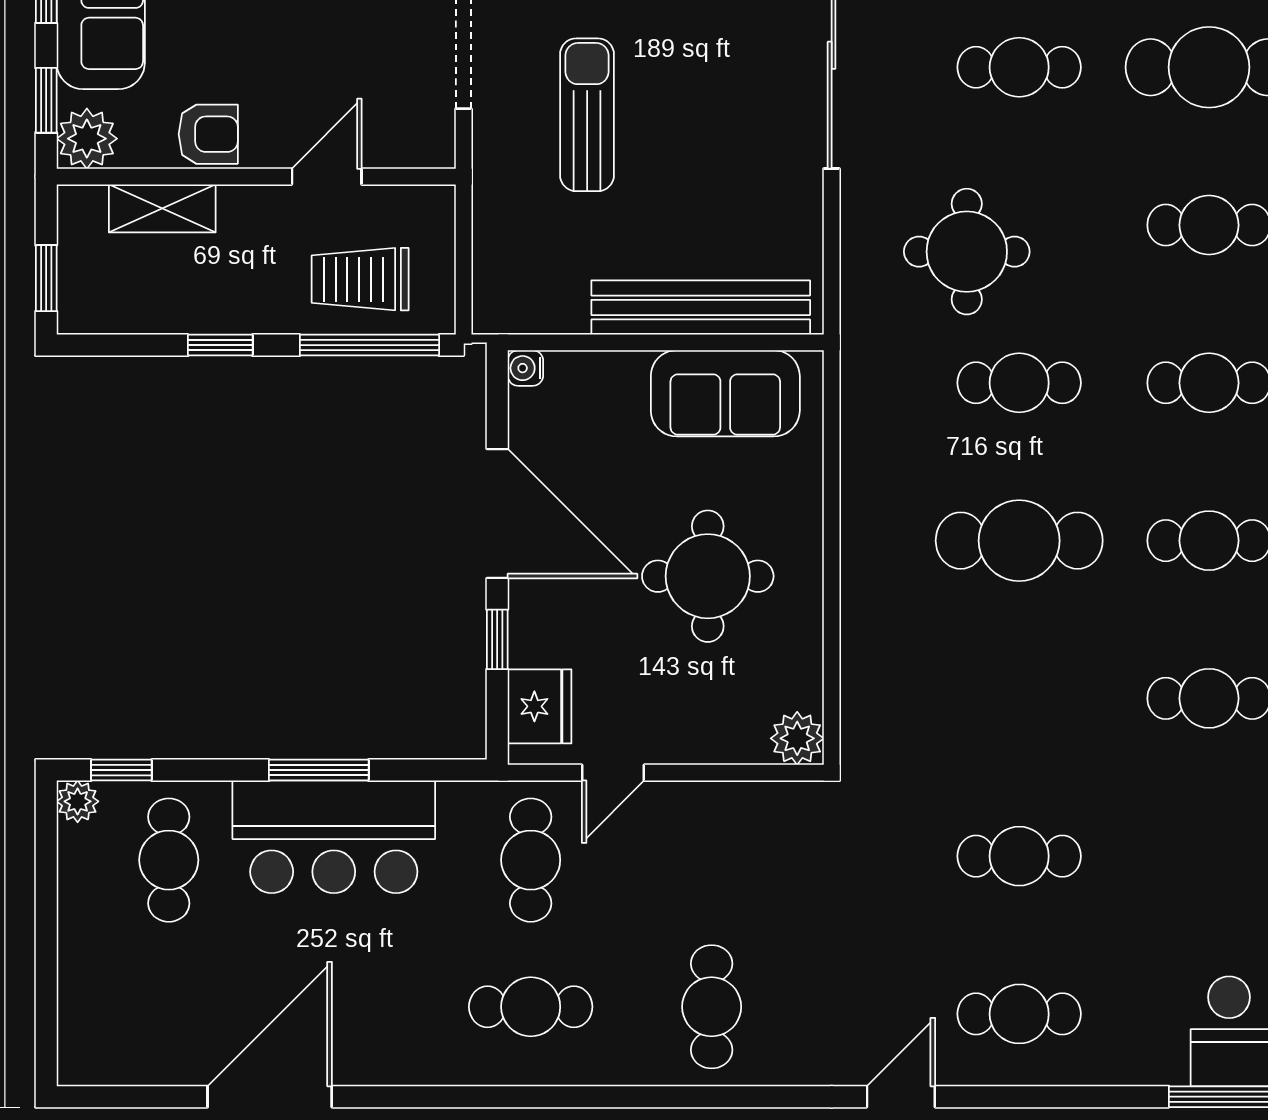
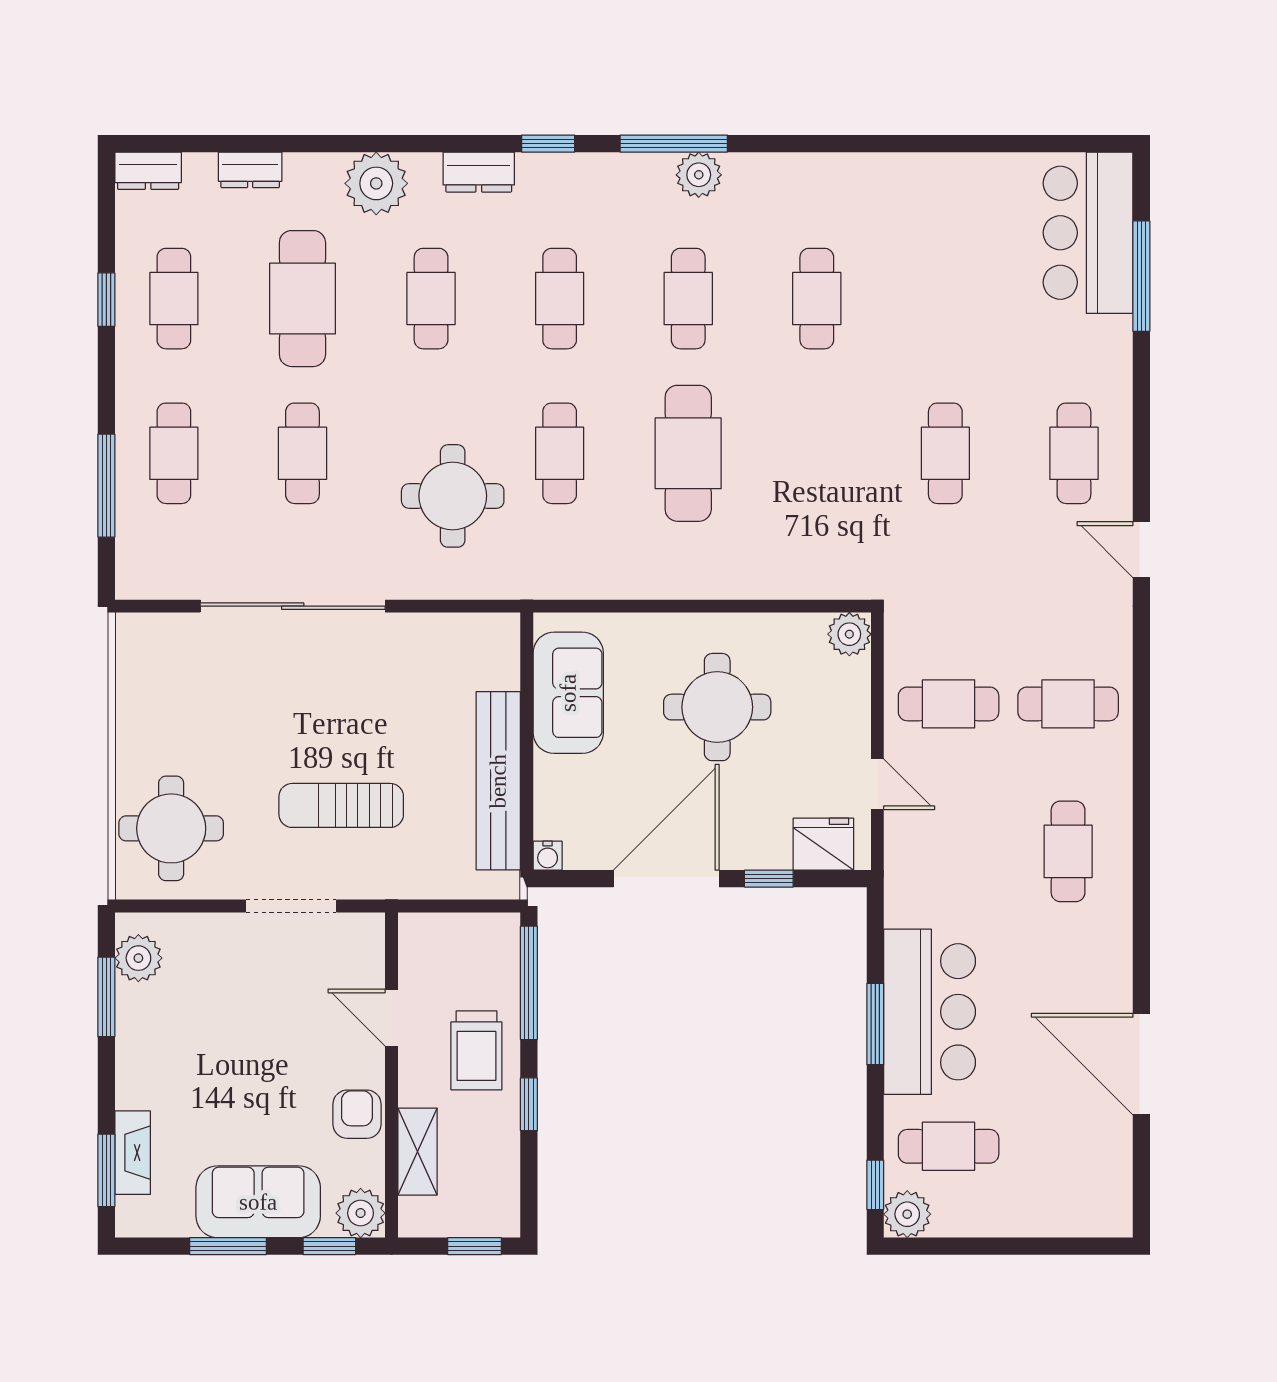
trolley: (360, 279) -> (476, 1050), moved
bench: (701, 307) -> (498, 781), moved
plant: (78, 801) -> (907, 1214), width x1.38, depth x1.38
cafe table: (531, 860) -> (949, 704), moved

